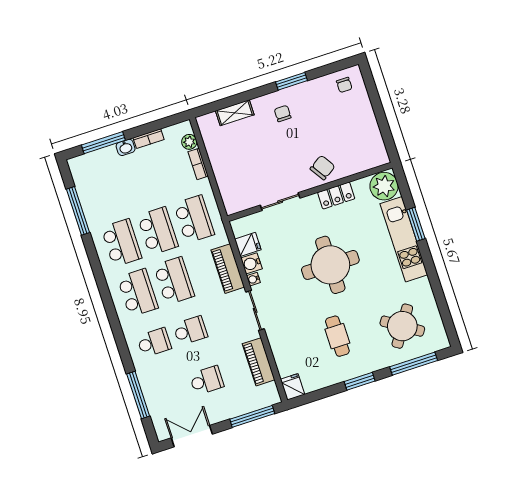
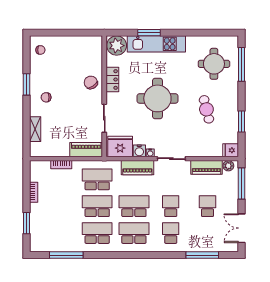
plant: (189, 142) -> (228, 166), moved
window: (103, 143) -> (26, 223), width x0.69
washbasin: (126, 147) -> (34, 209), removed
piano: (230, 191) -> (86, 150), added
fridge: (248, 244) -> (120, 146), width x1.88, depth x1.34
round table: (402, 326) -> (214, 64), turned -33
cafe table: (337, 336) -> (206, 109), turned 76
window: (360, 381) -> (241, 122), moved

